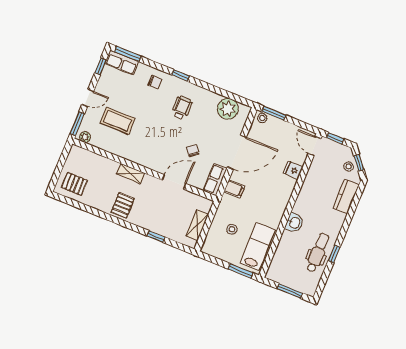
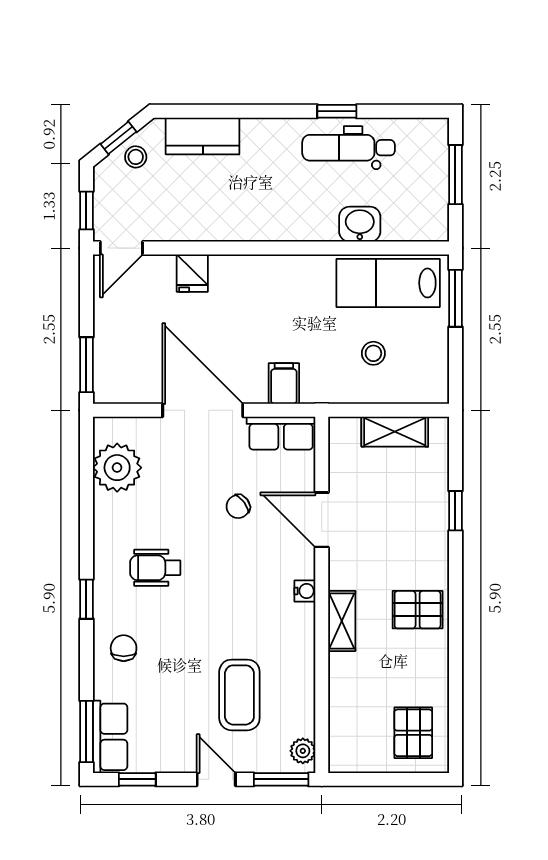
stool: (262, 118) -> (107, 385), removed
water cooler: (148, 164) -> (305, 591), added
washbasin: (294, 223) -> (360, 224), moved

